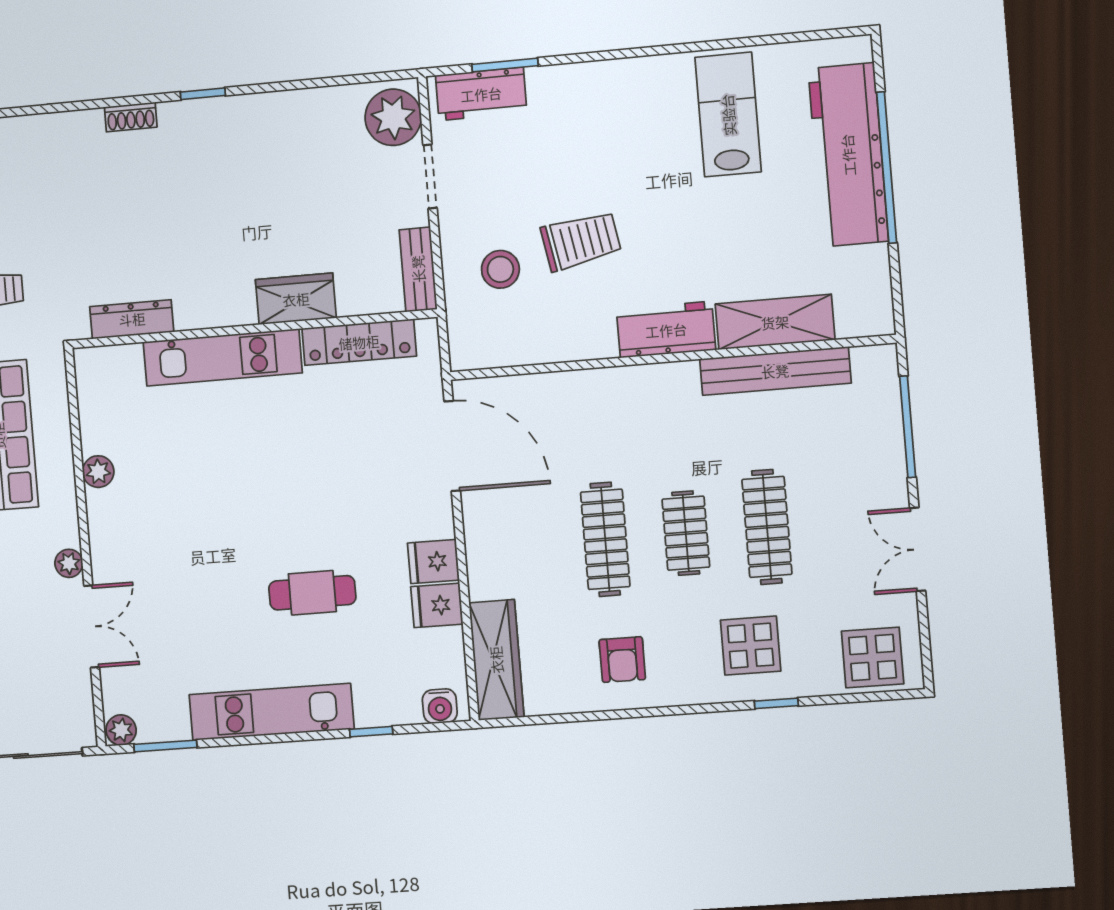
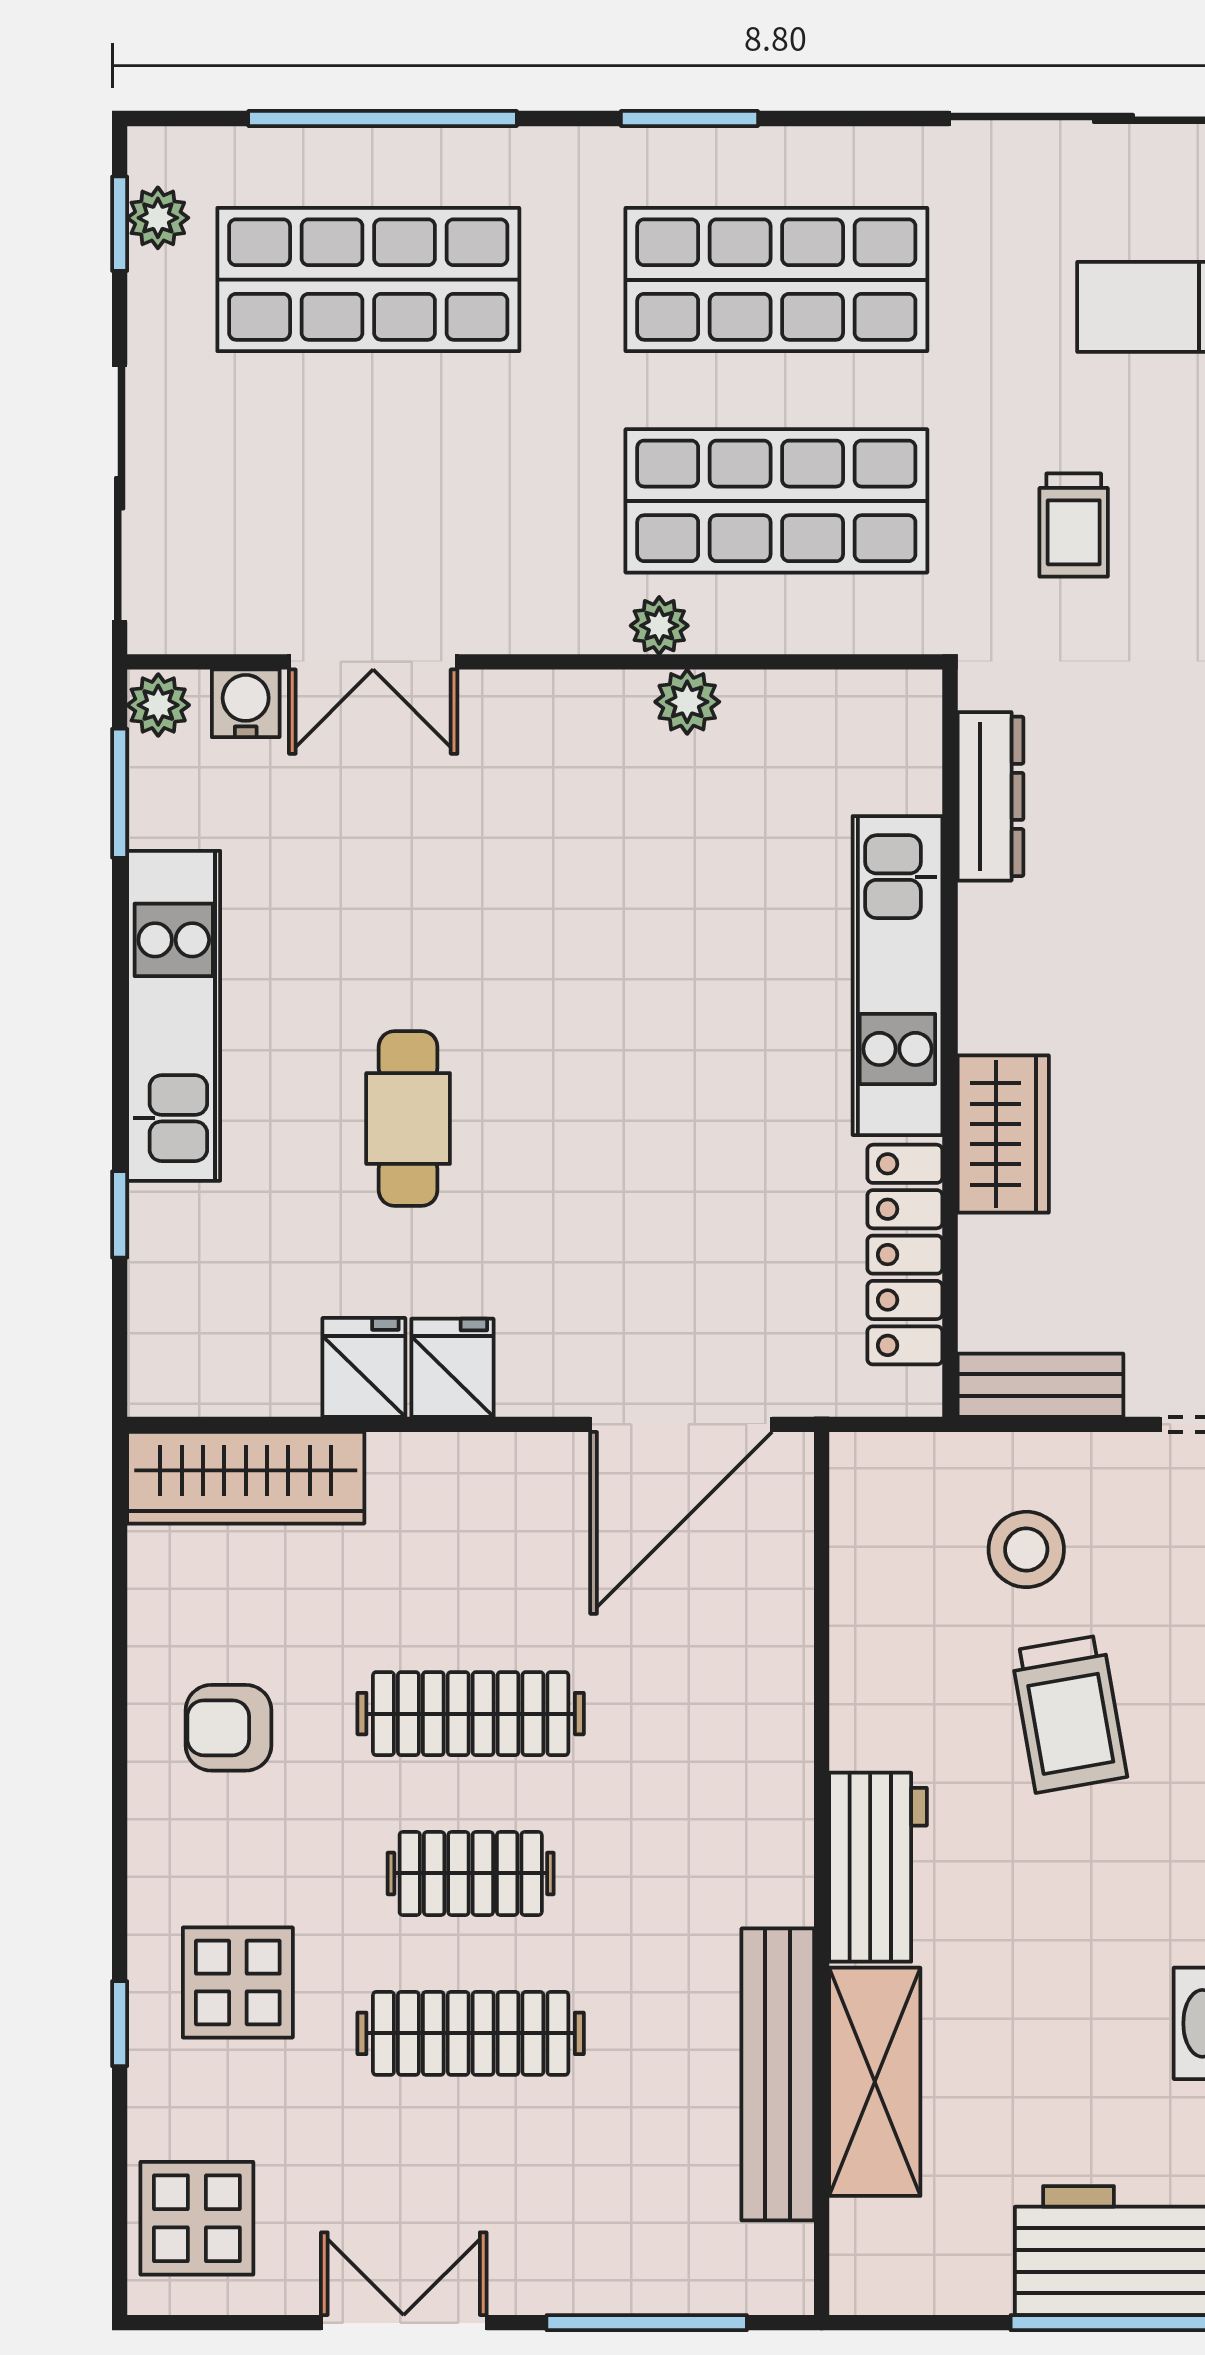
plant: (69, 563) -> (659, 626), moved
water cooler: (440, 706) -> (246, 703), moved, turned 90

